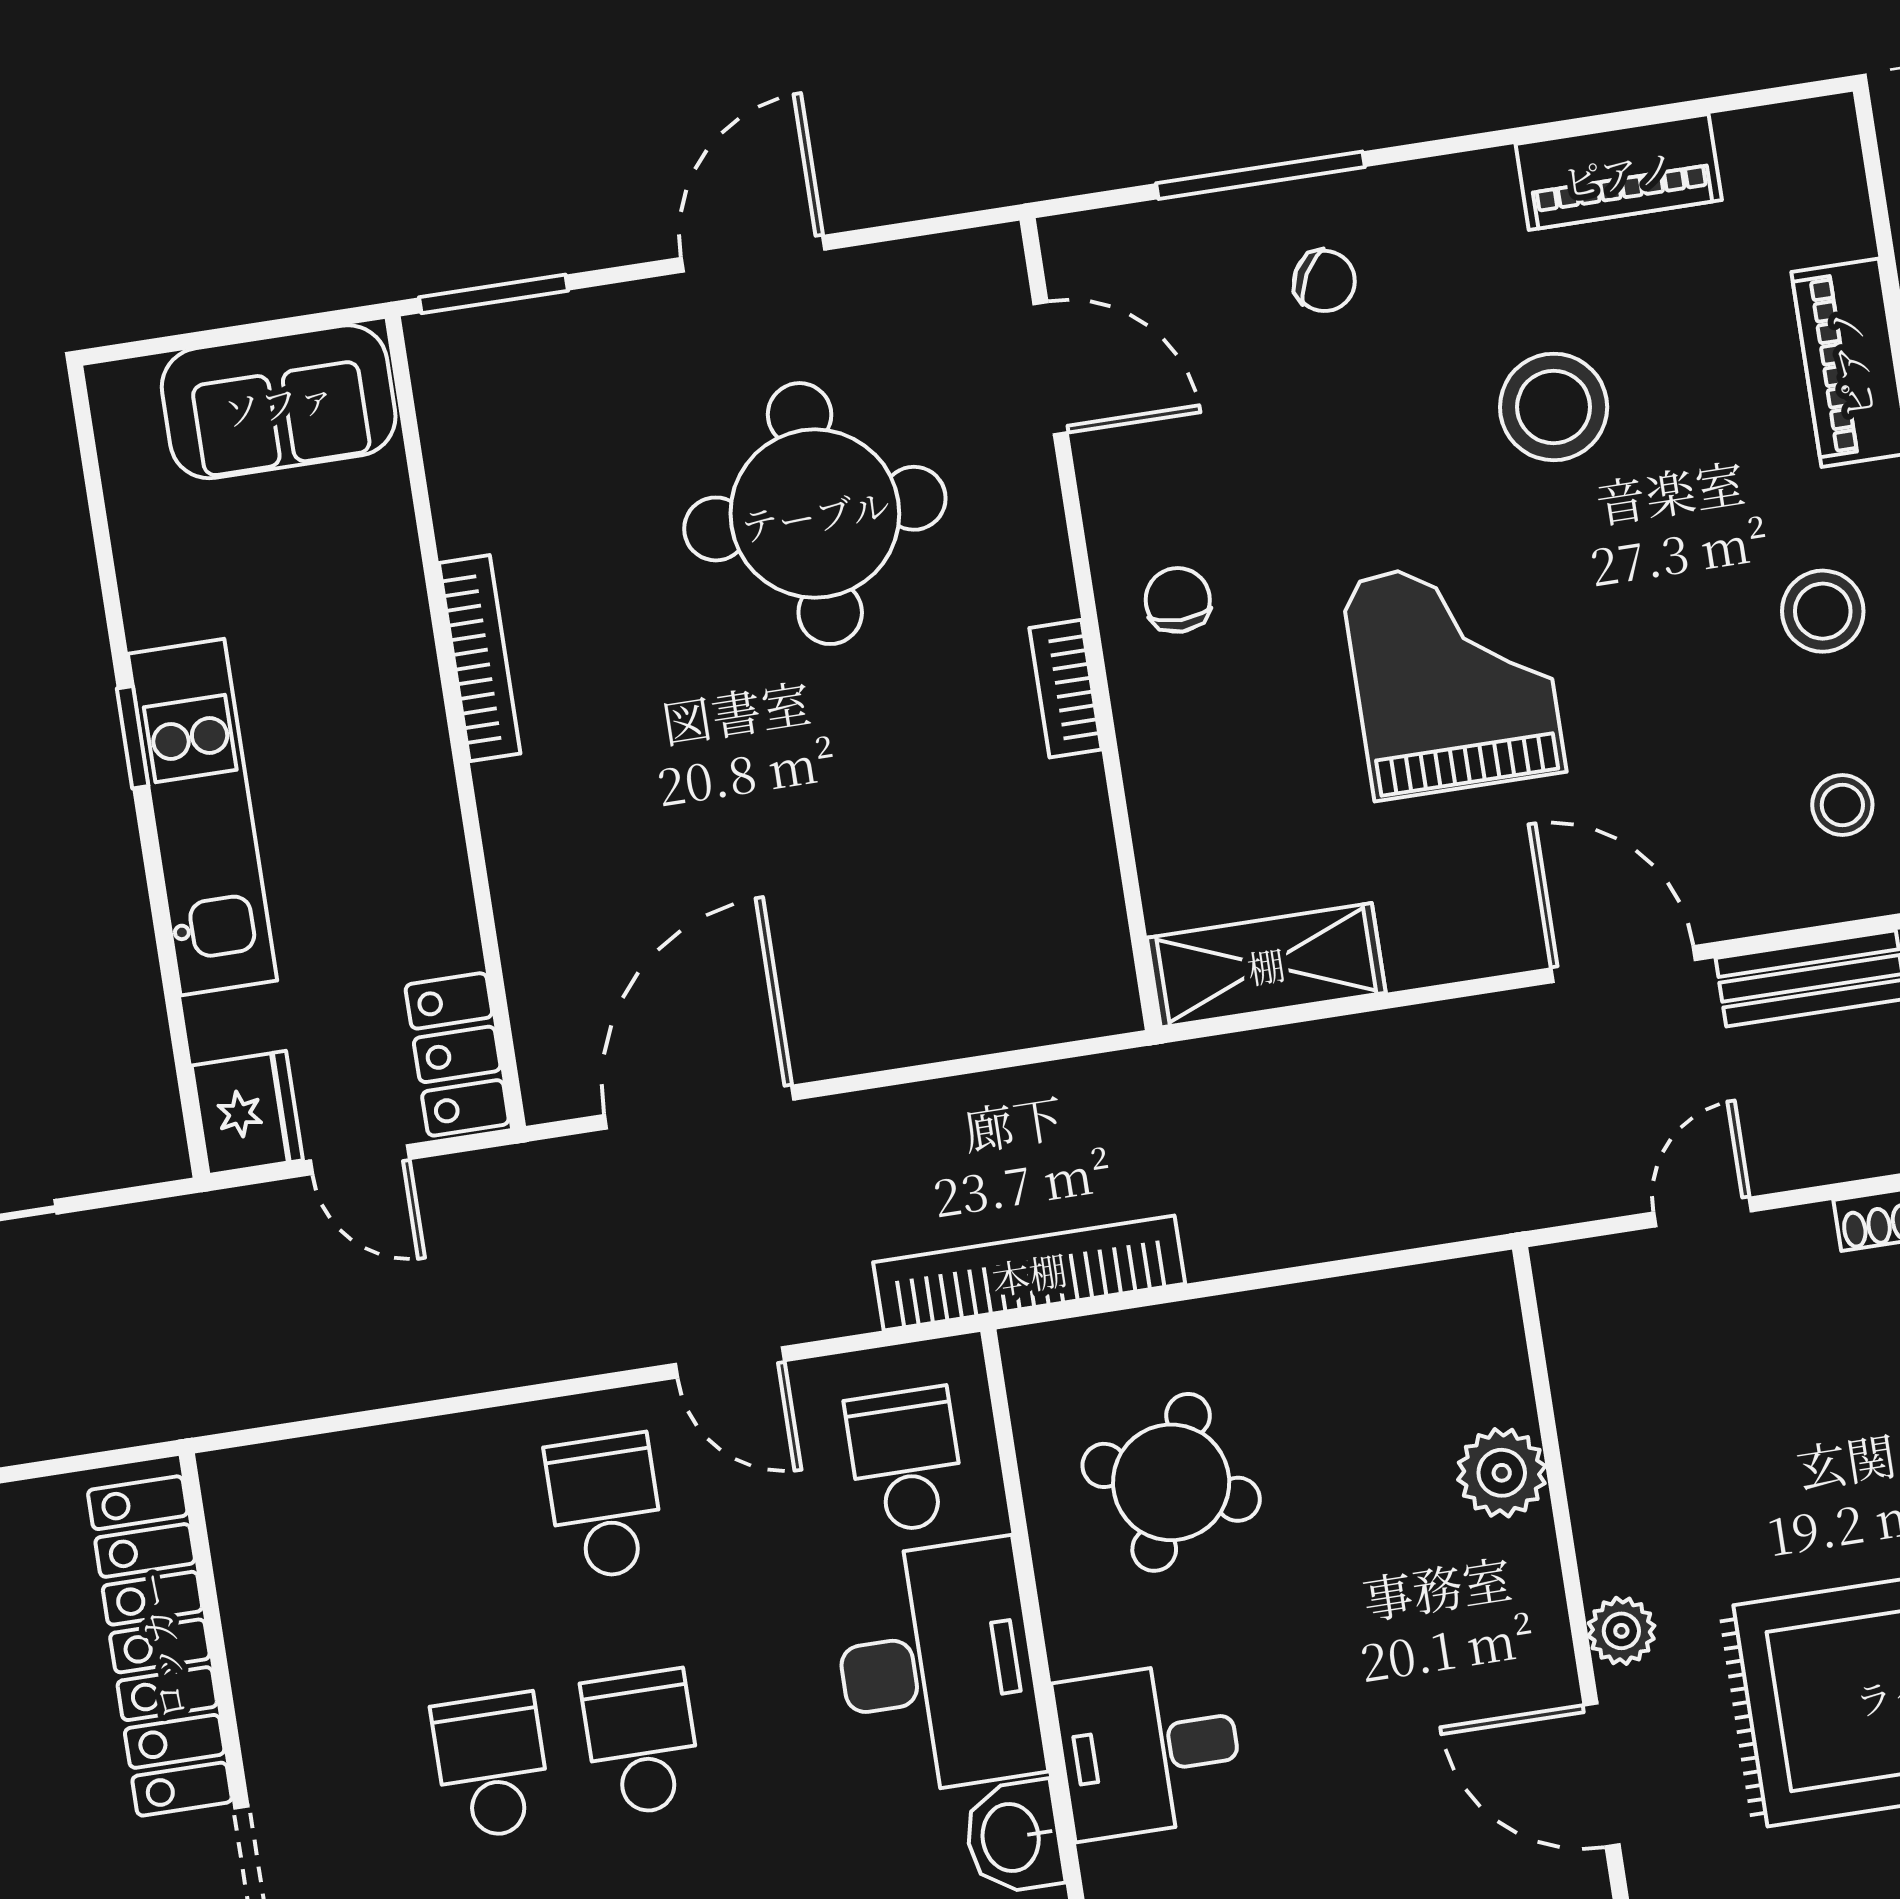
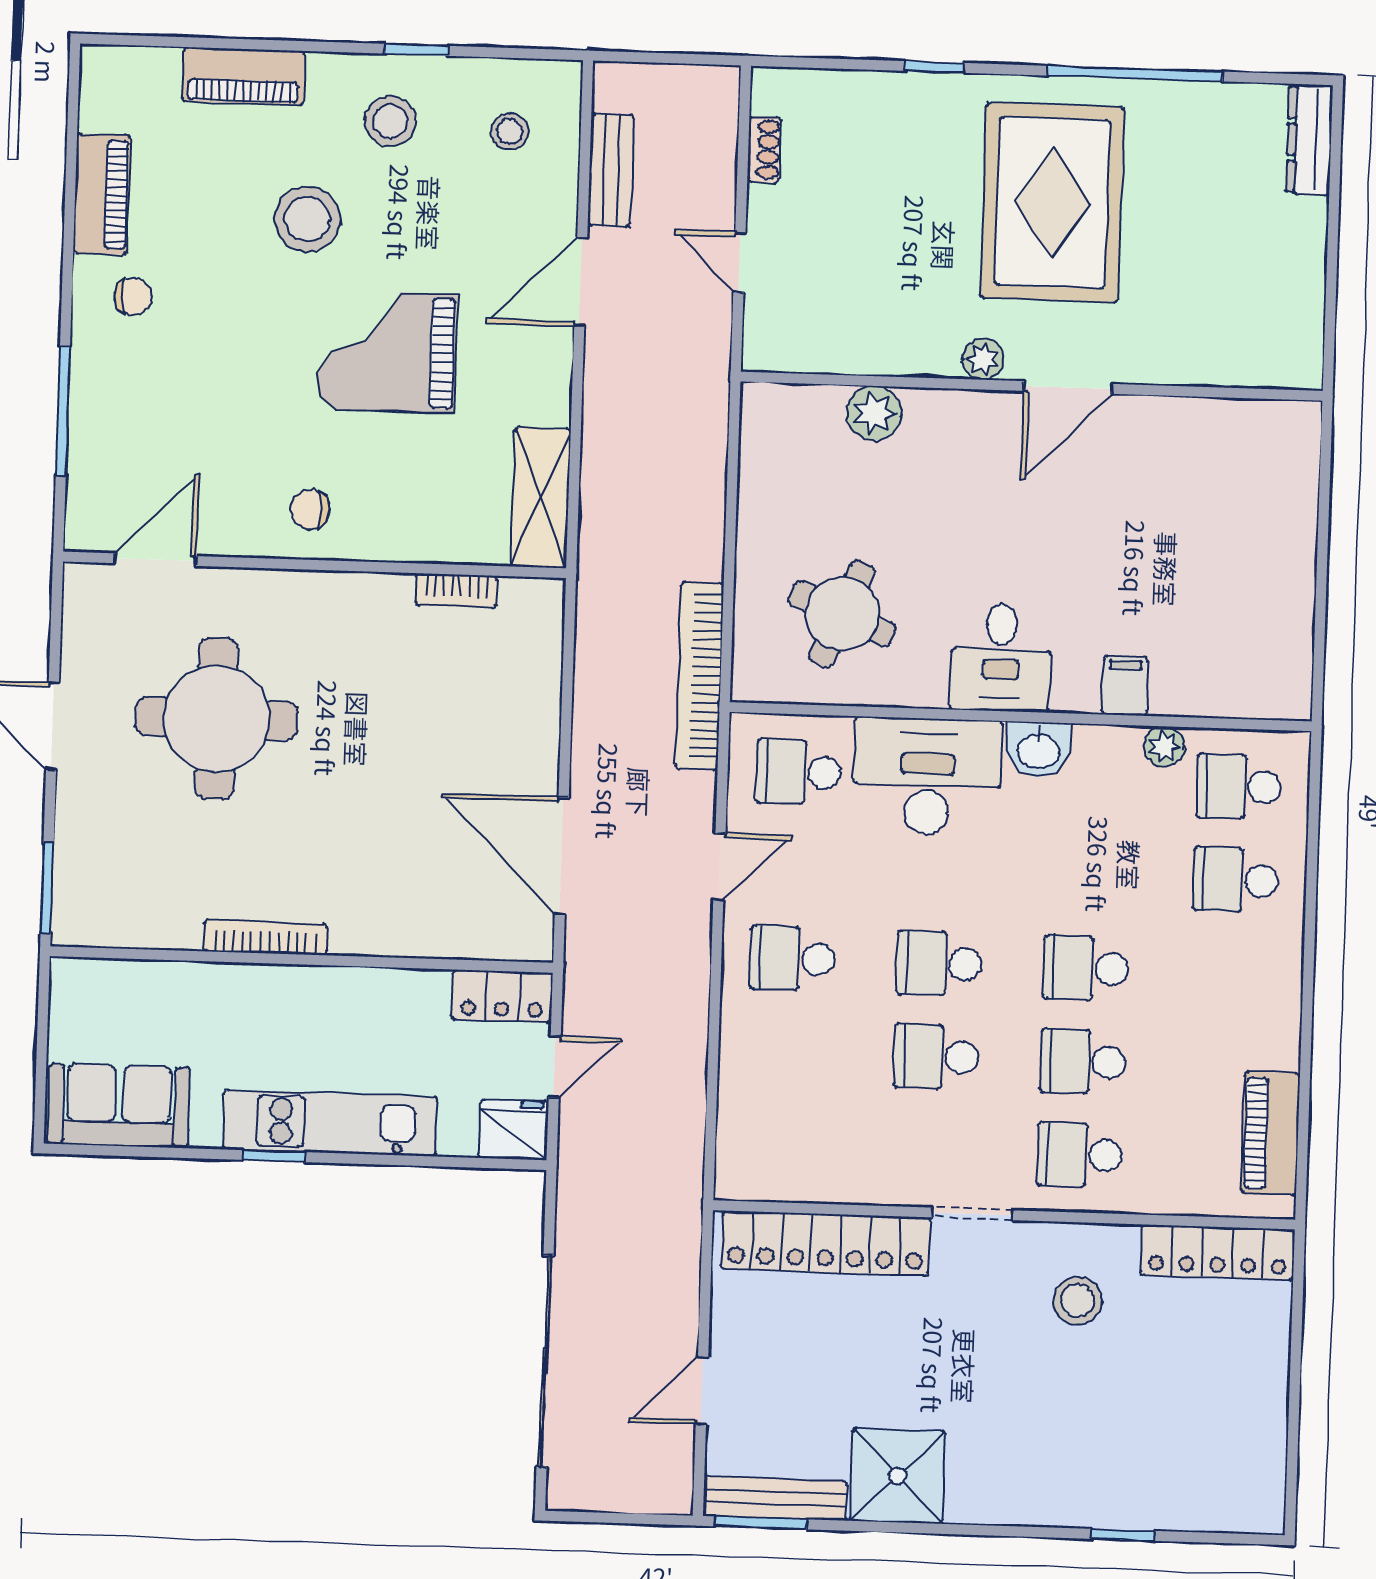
chair: (1324, 281) -> (133, 296), moved, turned 61
sofa: (279, 402) -> (119, 1106), moved, turned -90
stool: (1554, 407) -> (307, 219), moved
bookcase: (1066, 689) -> (456, 591), moved

